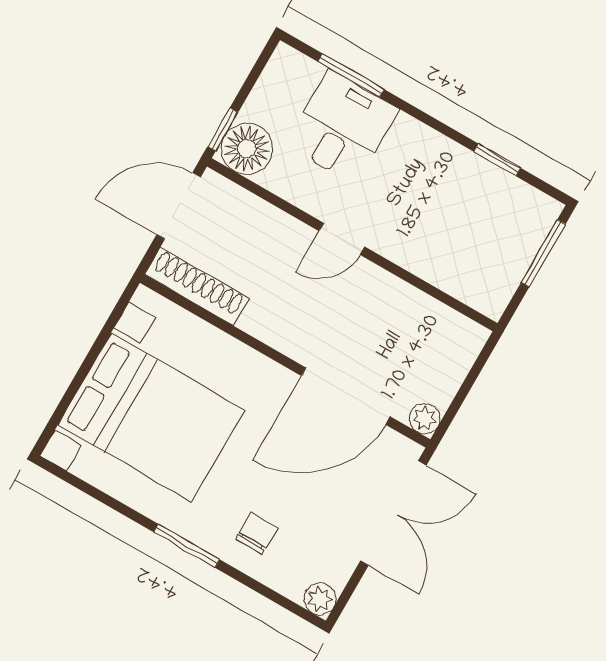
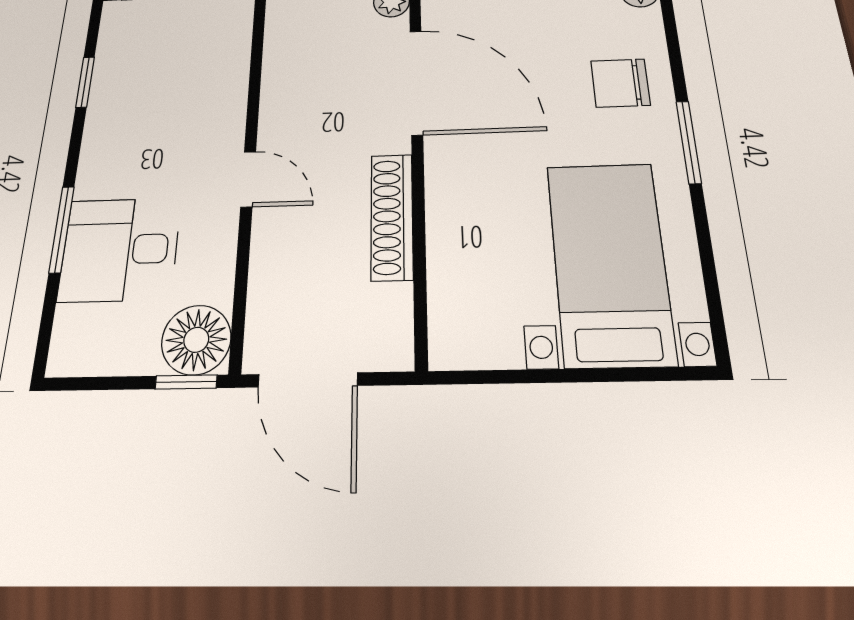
window: (351, 75) -> (62, 229), moved
shoe rack: (197, 286) -> (392, 216), moved
bed with nightstands: (151, 417) -> (610, 262), width x0.73
chair: (257, 533) -> (620, 83), width x1.37, depth x1.37

